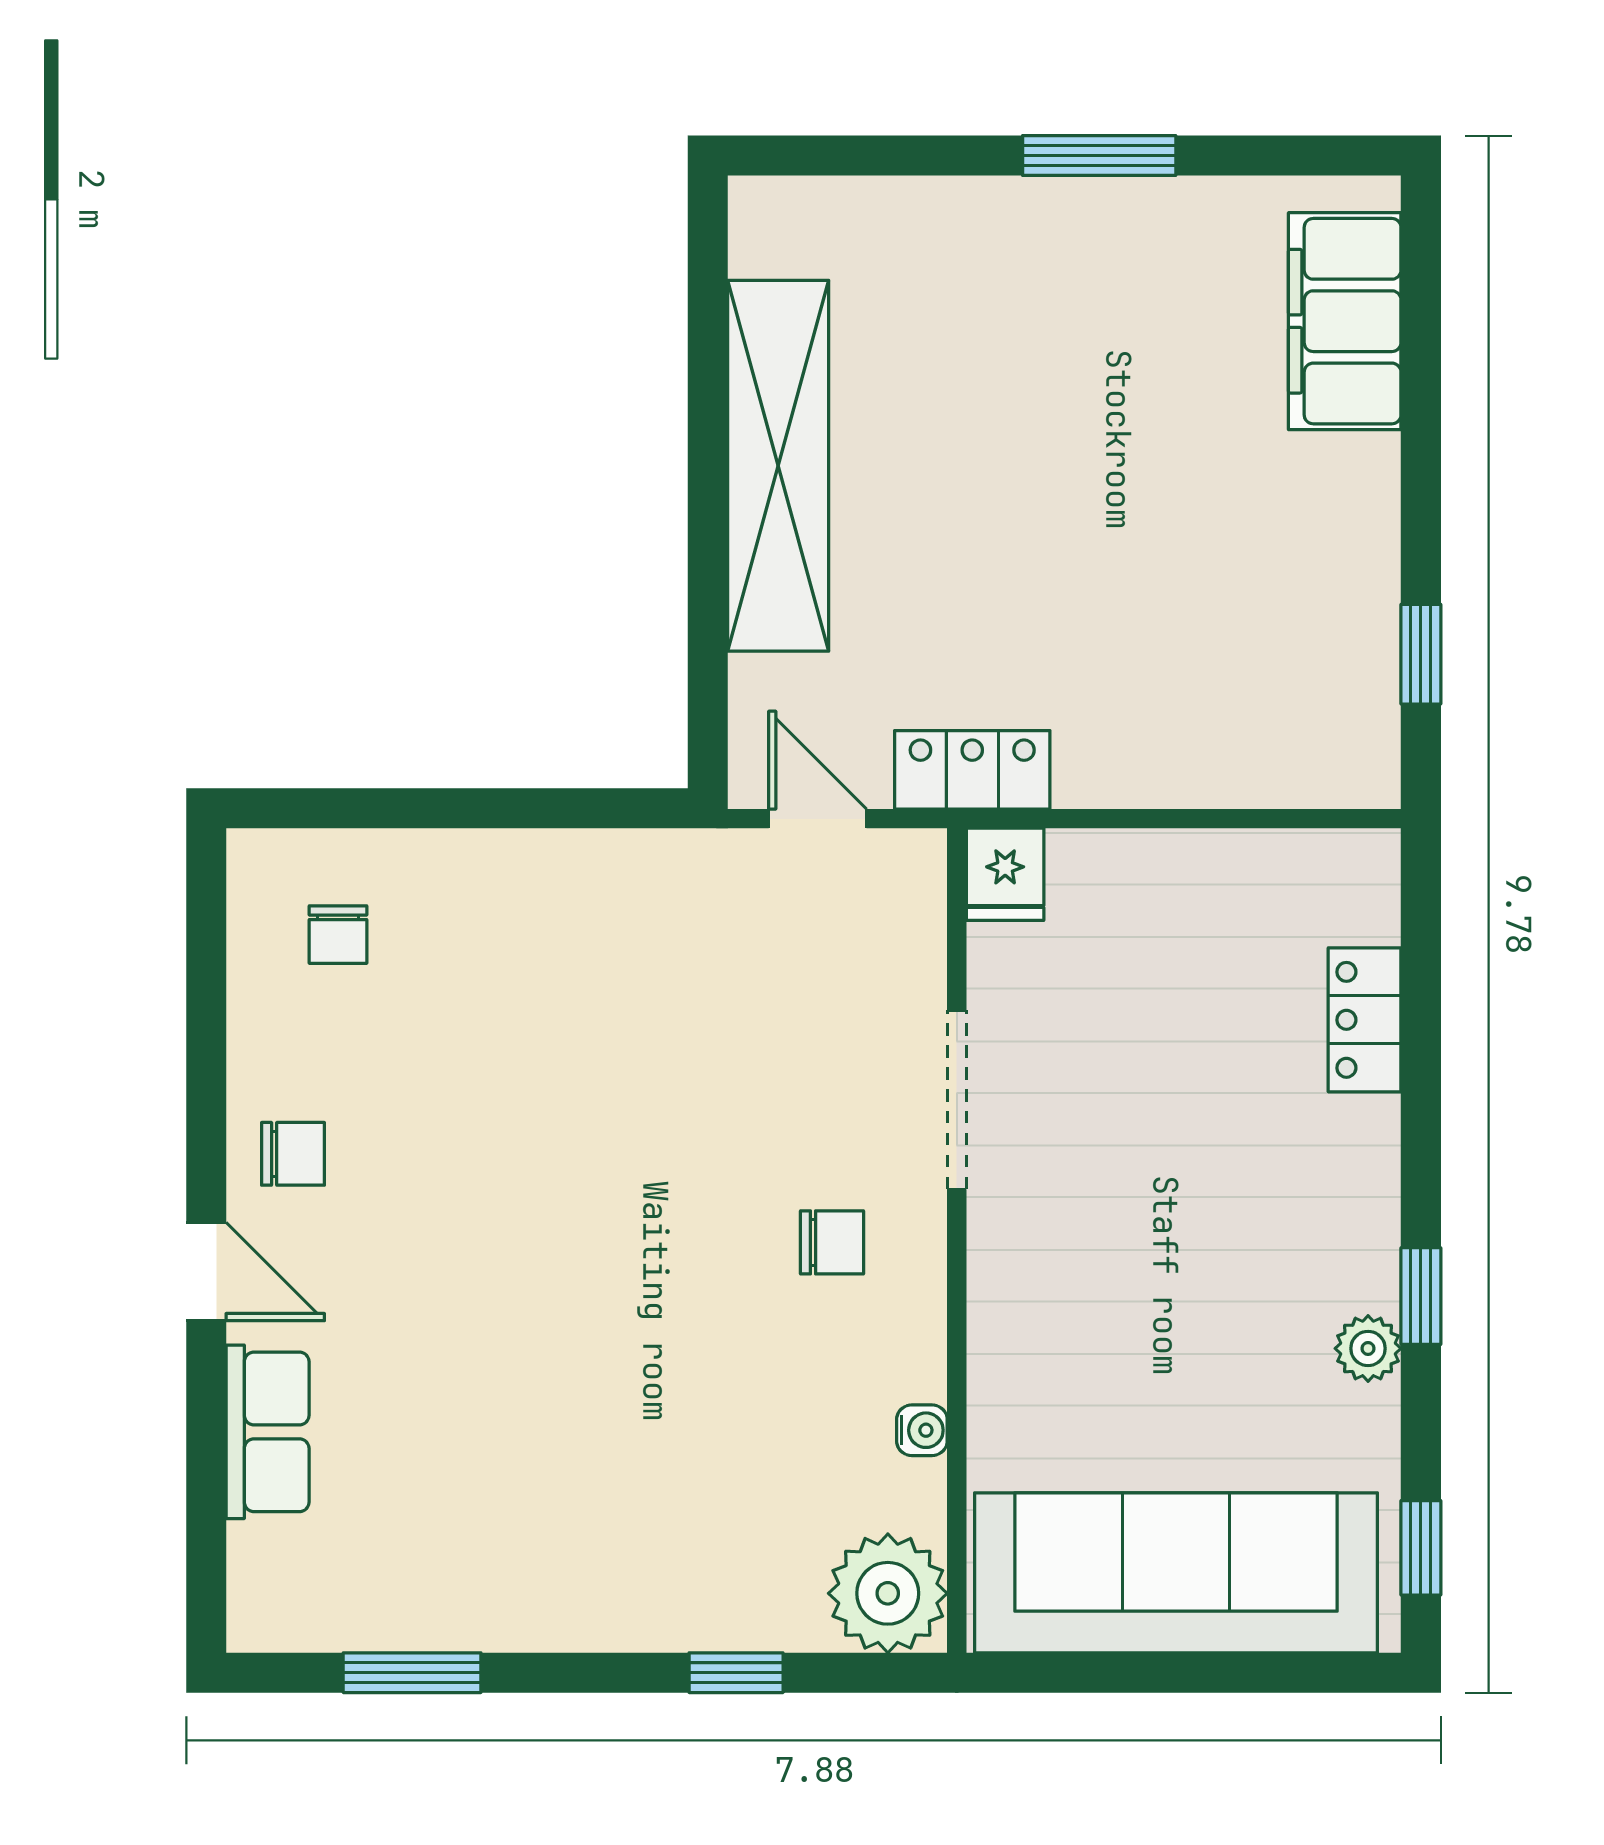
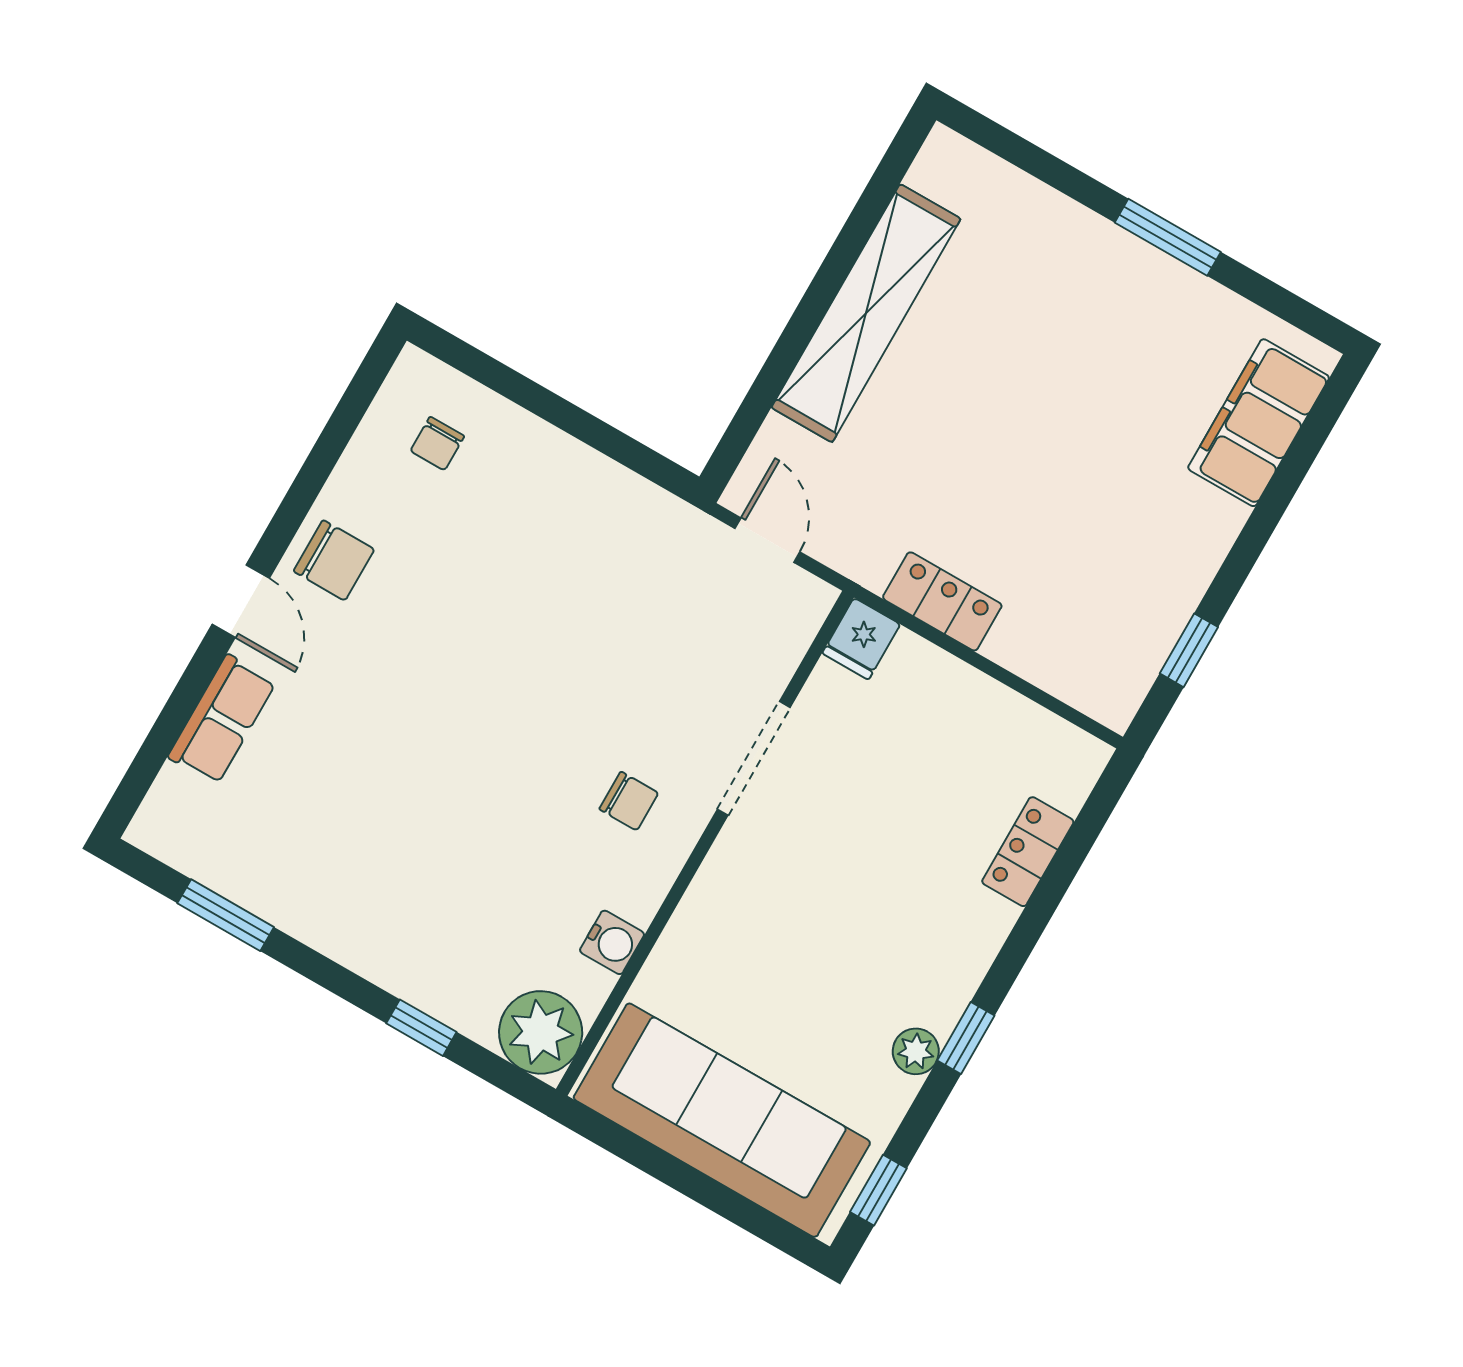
locker: (972, 770) -> (942, 601), moved
chair: (293, 1154) -> (334, 560), width x1.37, depth x1.37
water cooler: (922, 1430) -> (612, 942), width x1.38, depth x1.38

